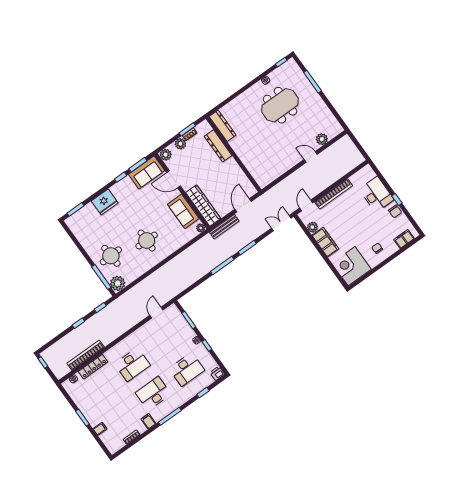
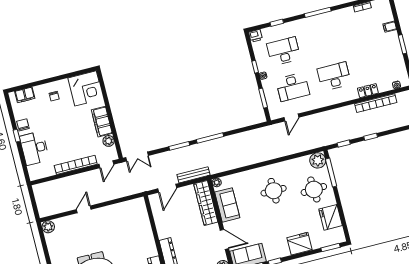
plant: (322, 139) -> (48, 227), moved
door: (311, 157) -> (84, 209), swing flipped
fridge: (86, 237) -> (331, 217), added
locker: (93, 367) -> (368, 91), width x0.66
desk: (153, 393) -> (293, 87), moved
filing cabinet: (148, 421) -> (340, 16), removed

